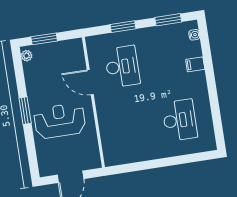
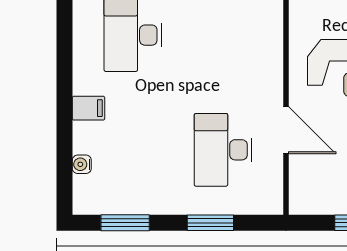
water cooler: (194, 35) -> (82, 164), moved
filing cabinet: (195, 64) -> (88, 108), moved

